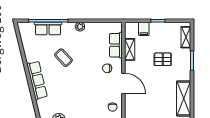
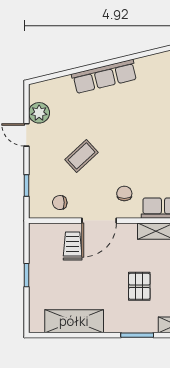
coffee table: (63, 58) -> (82, 156), moved
trolley: (139, 99) -> (73, 246), added

